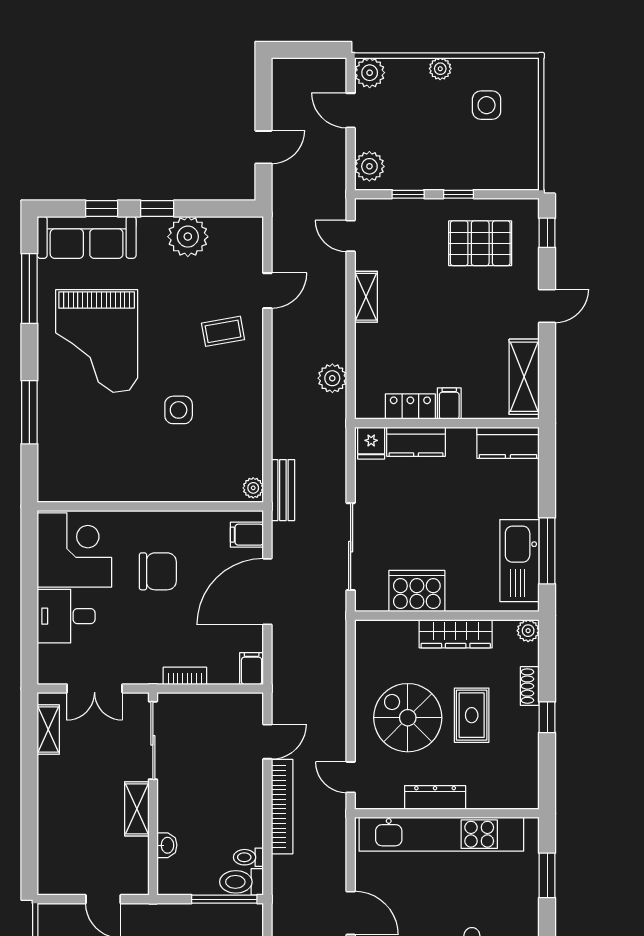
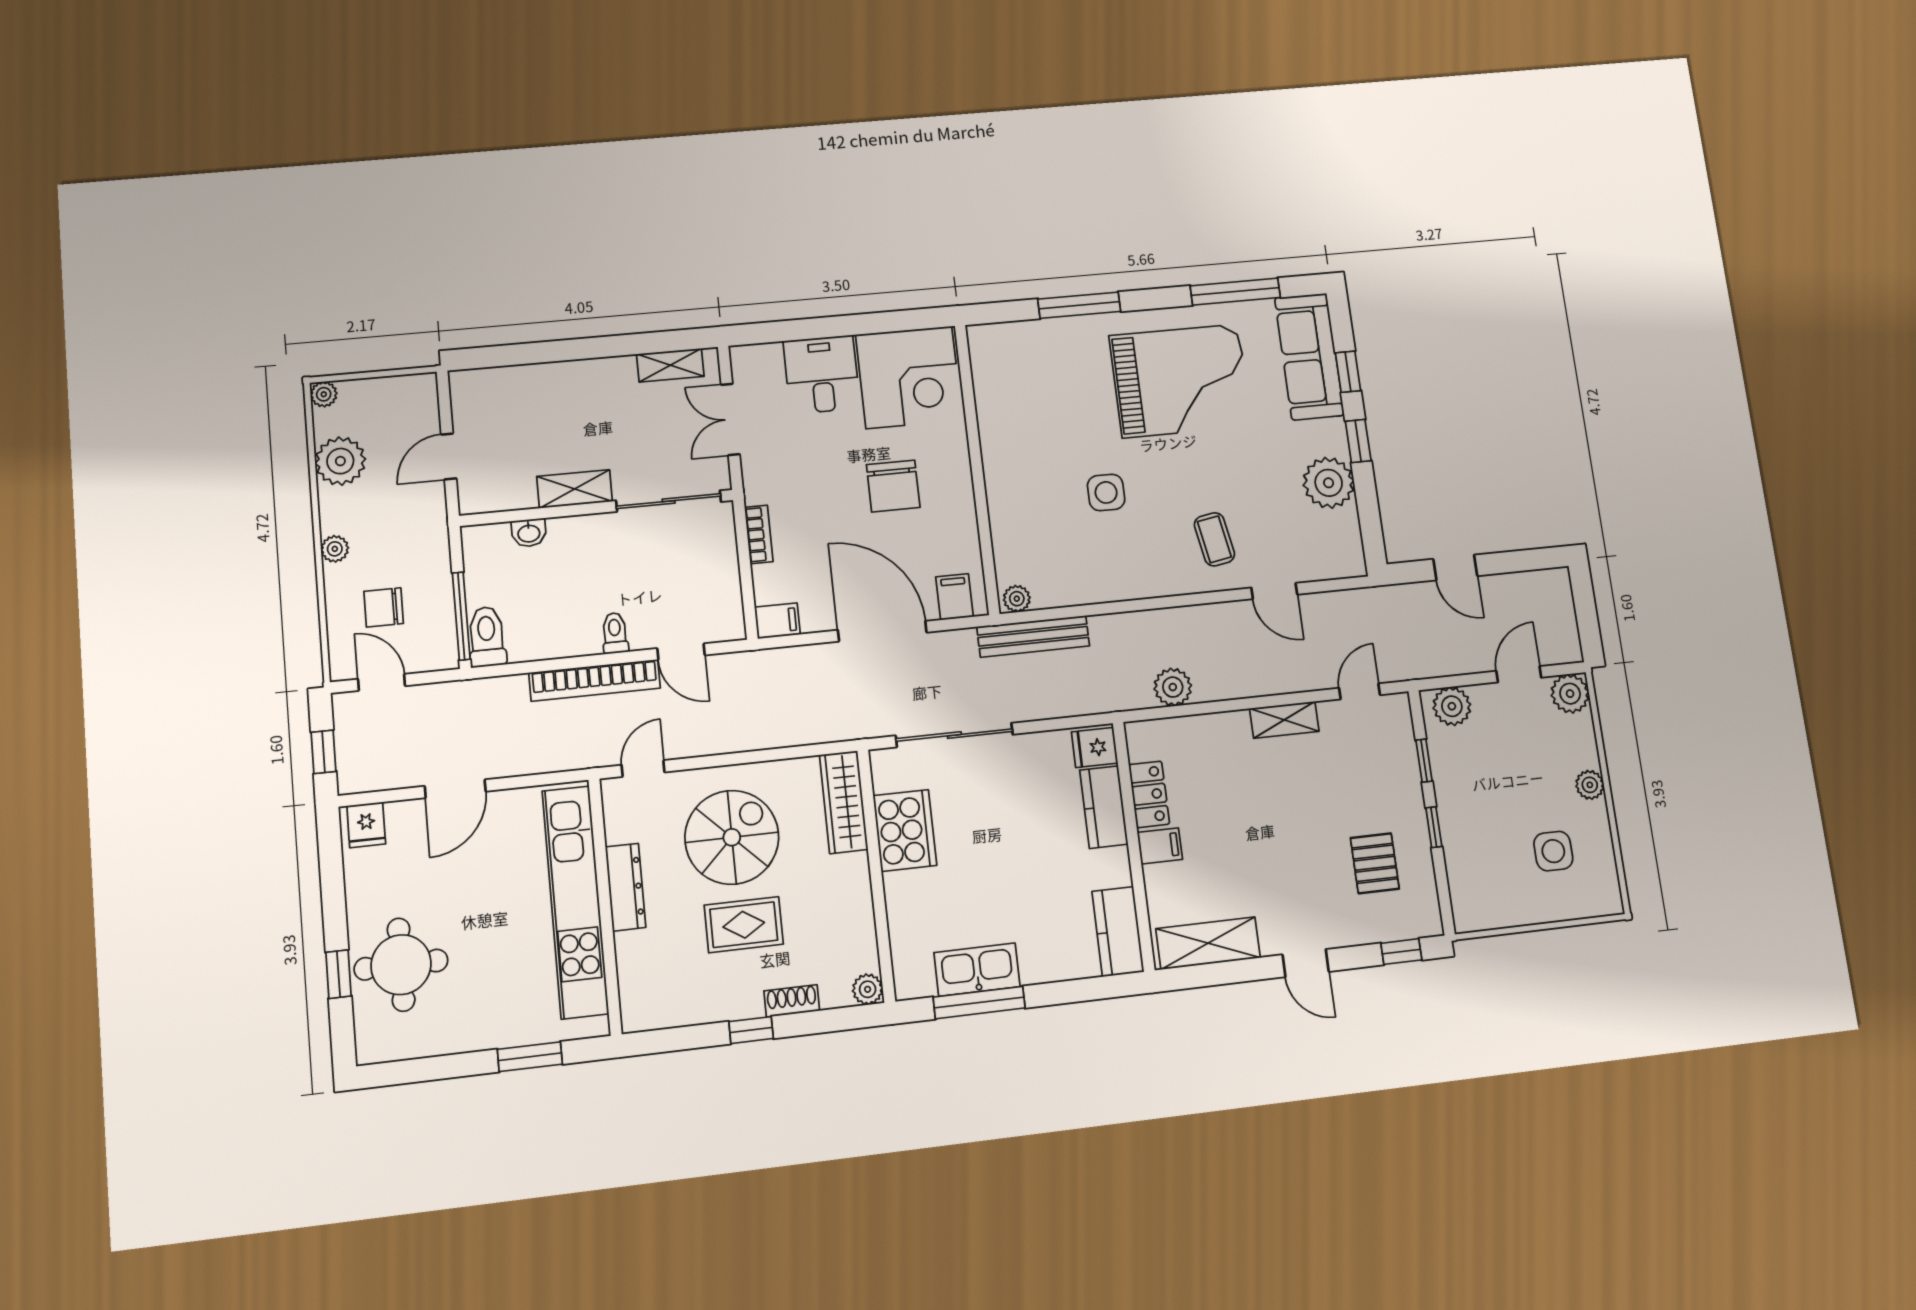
pallet: (480, 243) -> (1375, 863), width x0.67, depth x0.71
grand piano: (97, 341) -> (1181, 381), turned 180
bench: (283, 490) -> (1033, 636), width x1.36
kitchen sink: (520, 561) -> (977, 970), width x0.73, depth x0.81
wardrobe: (456, 634) -> (844, 802), moved
toilet: (248, 857) -> (615, 633), moved

